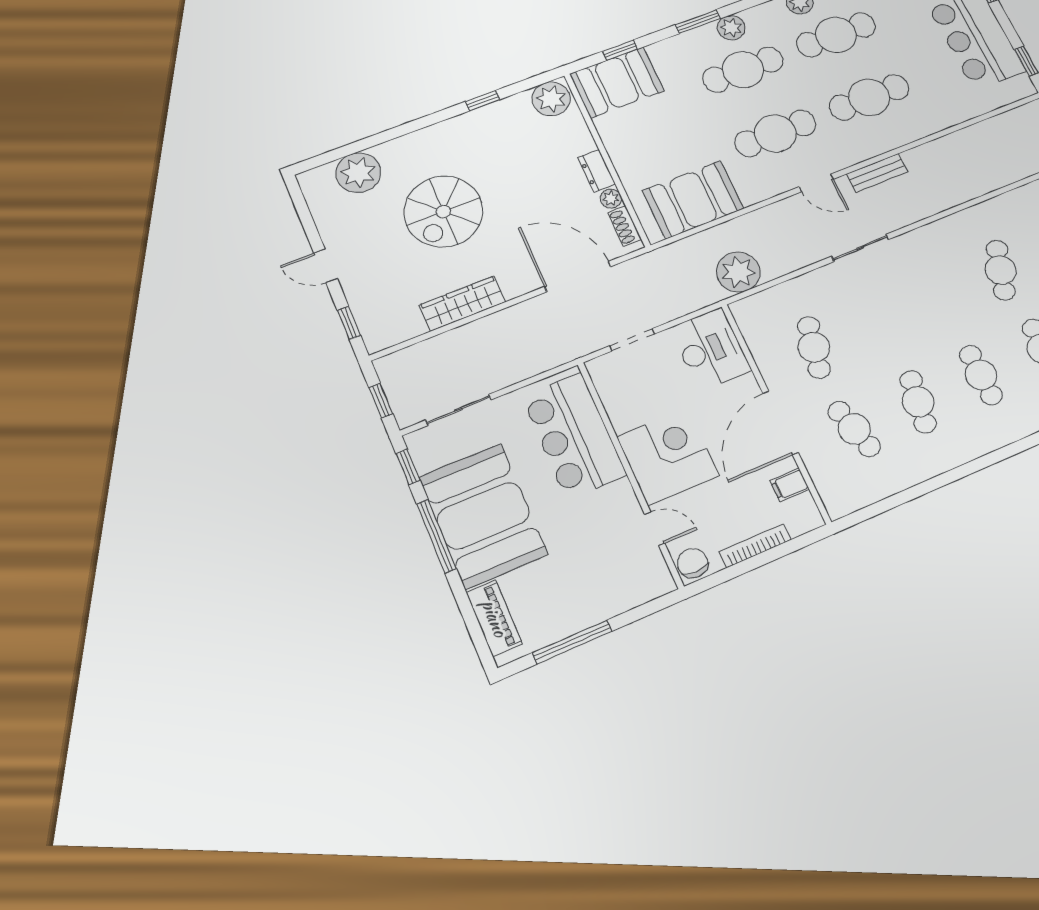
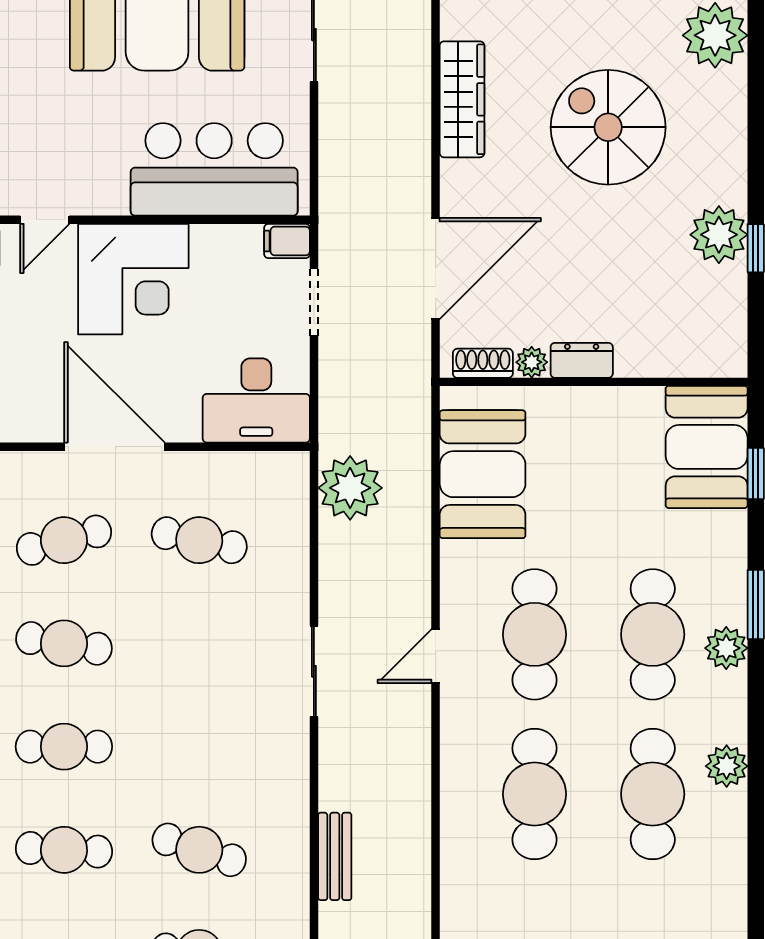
plant: (551, 99) -> (719, 235), moved
bench: (877, 173) -> (335, 856), moved
filing cabinet: (790, 485) -> (287, 241), moved, turned -90

